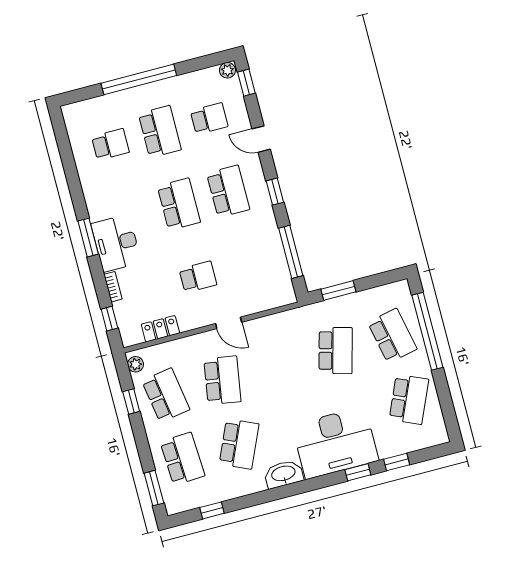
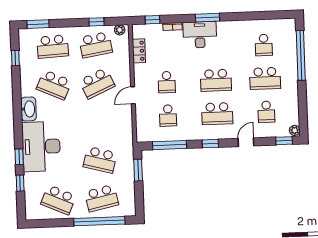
window: (139, 79) -> (301, 55), moved
school desk: (247, 264) -> (168, 116), added
school desk: (222, 380) -> (97, 83), turned -33

